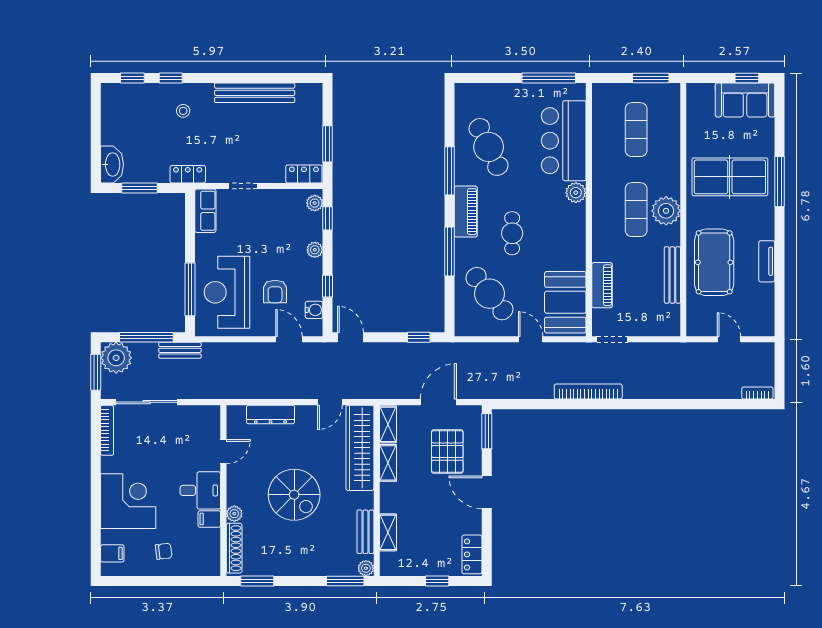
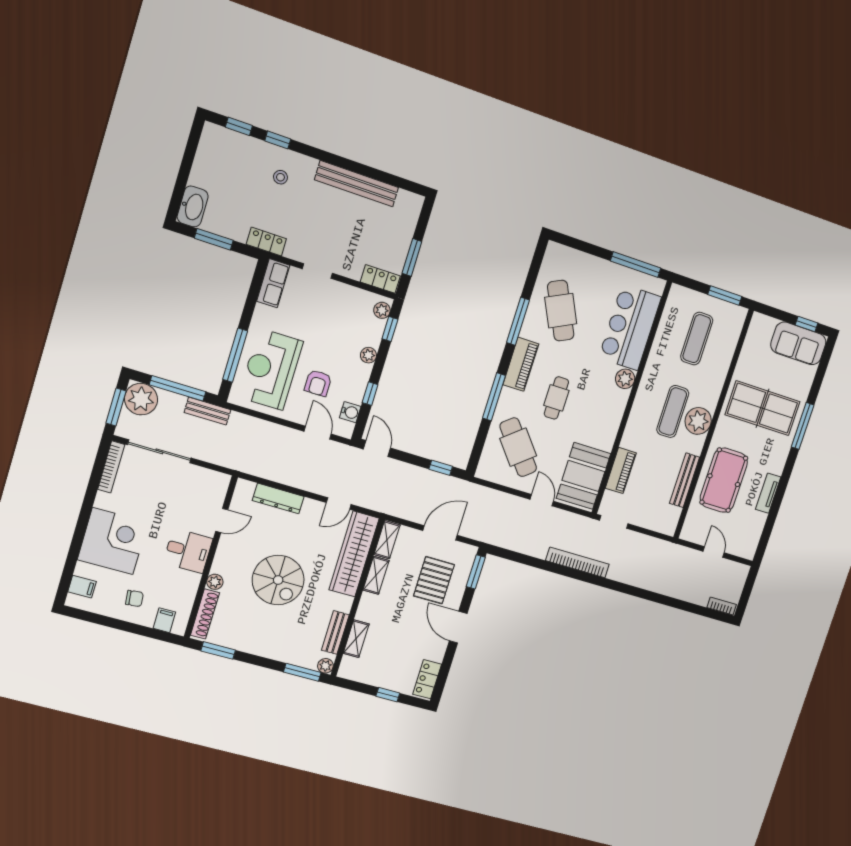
filing cabinet: (209, 519) -> (164, 620), moved, turned 90

